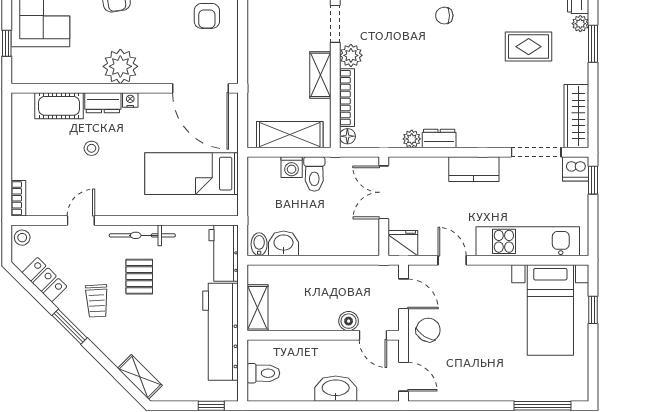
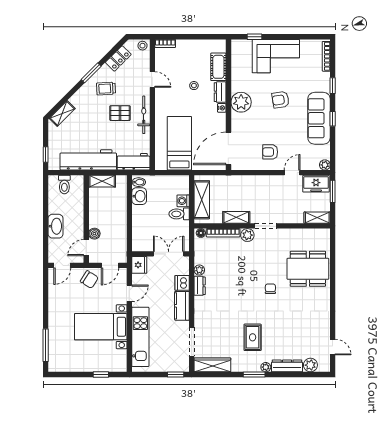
dishwasher: (576, 169) -> (182, 283), moved
bed with nightstands: (550, 310) -> (101, 327), moved

